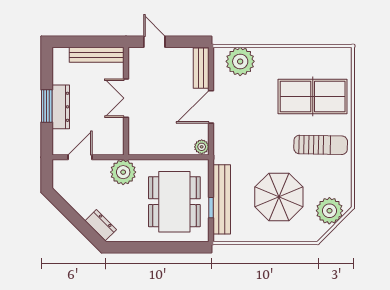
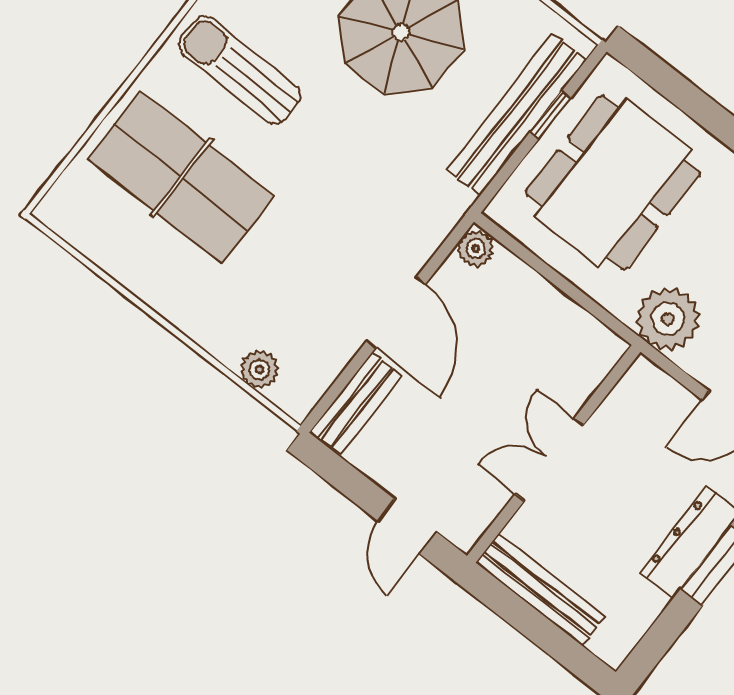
plant: (240, 61) -> (259, 370), width x0.53, depth x0.53
double door: (126, 98) -> (549, 460), swing flipped
door: (211, 107) -> (396, 312), hinge flipped

